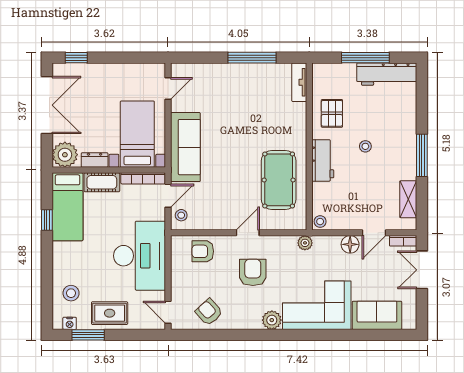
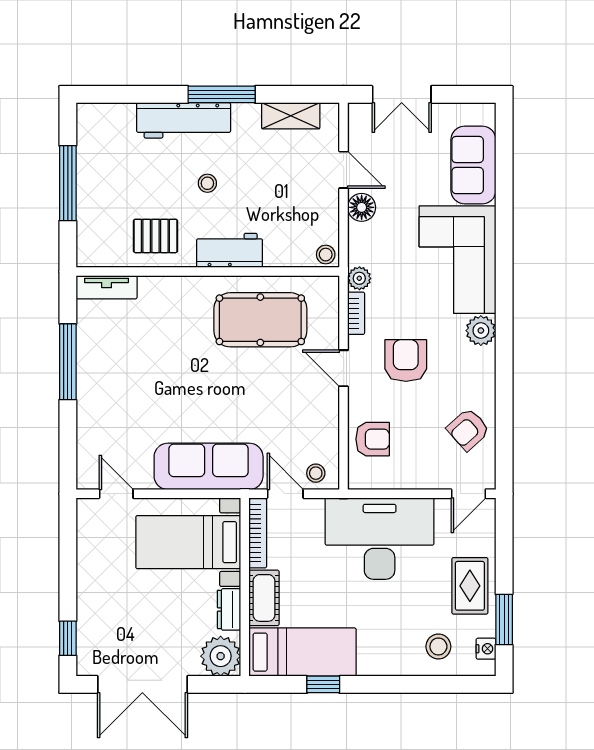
workbench: (387, 74) -> (184, 120), moved, turned 90
double door: (47, 105) -> (142, 684), swing flipped
bookcase: (403, 241) -> (356, 313), moved
armchair: (203, 251) -> (373, 439), turned -90
armchair: (253, 272) -> (406, 360), turned 90

